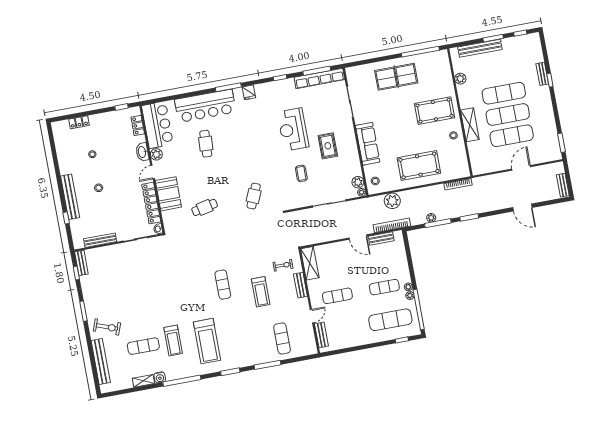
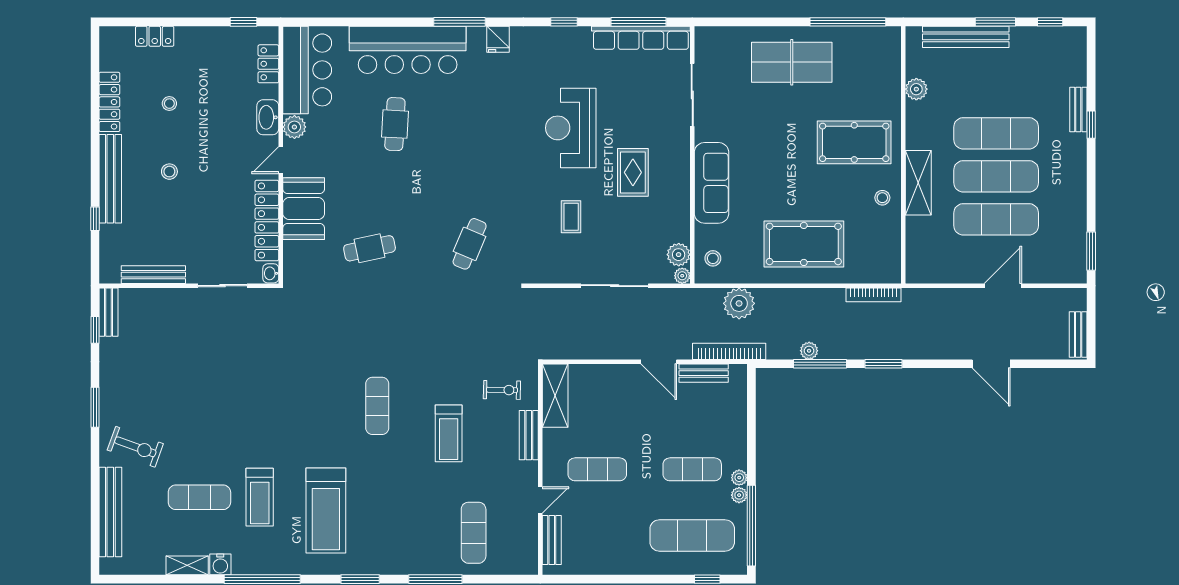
locker: (63, 159) -> (109, 102), added

